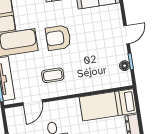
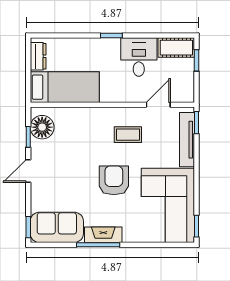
armchair: (58, 38) -> (114, 180), turned -90
floor lamp: (125, 66) -> (42, 127), width x1.89, depth x1.89

